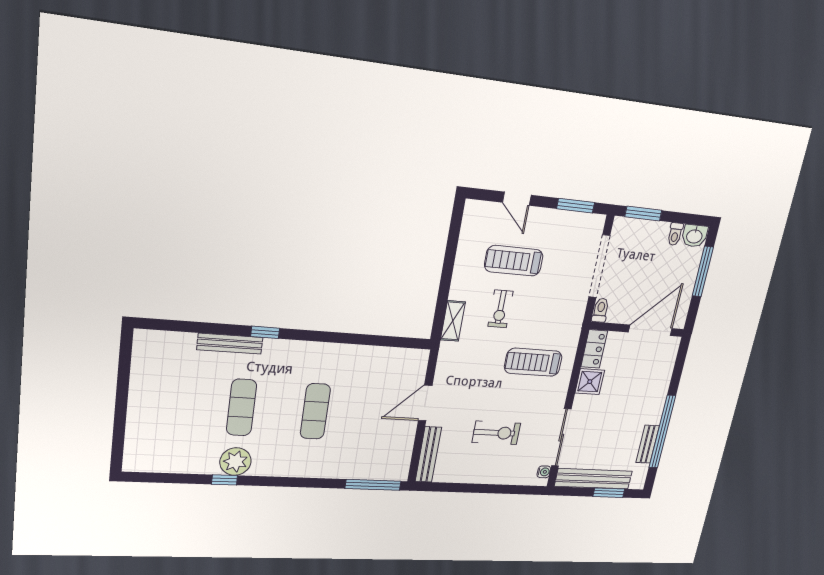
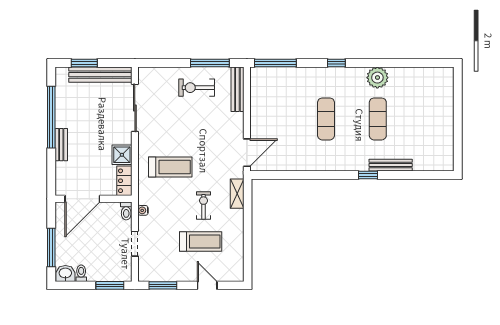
doorway: (599, 266) -> (135, 244), width x0.53
door: (425, 403) -> (247, 153), moved
exercise bike: (496, 433) -> (197, 88), moved
bench: (648, 444) -> (61, 145), moved
water cooler: (544, 472) -> (143, 210), moved
window: (224, 480) -> (336, 63), moved
window: (458, 488) -> (210, 63), added

